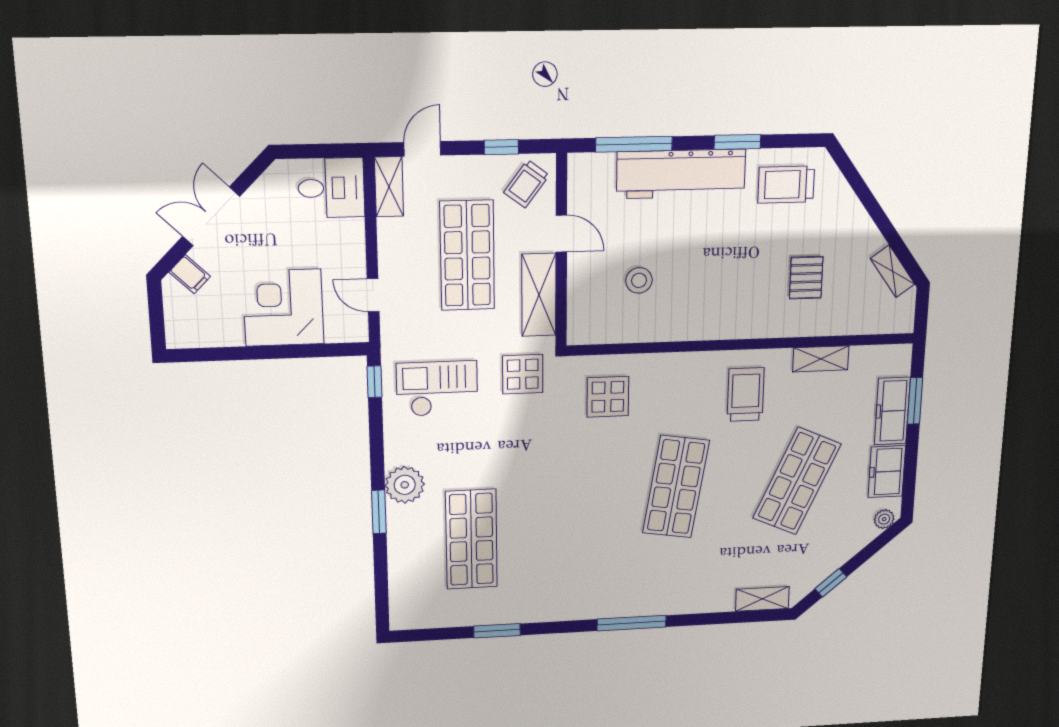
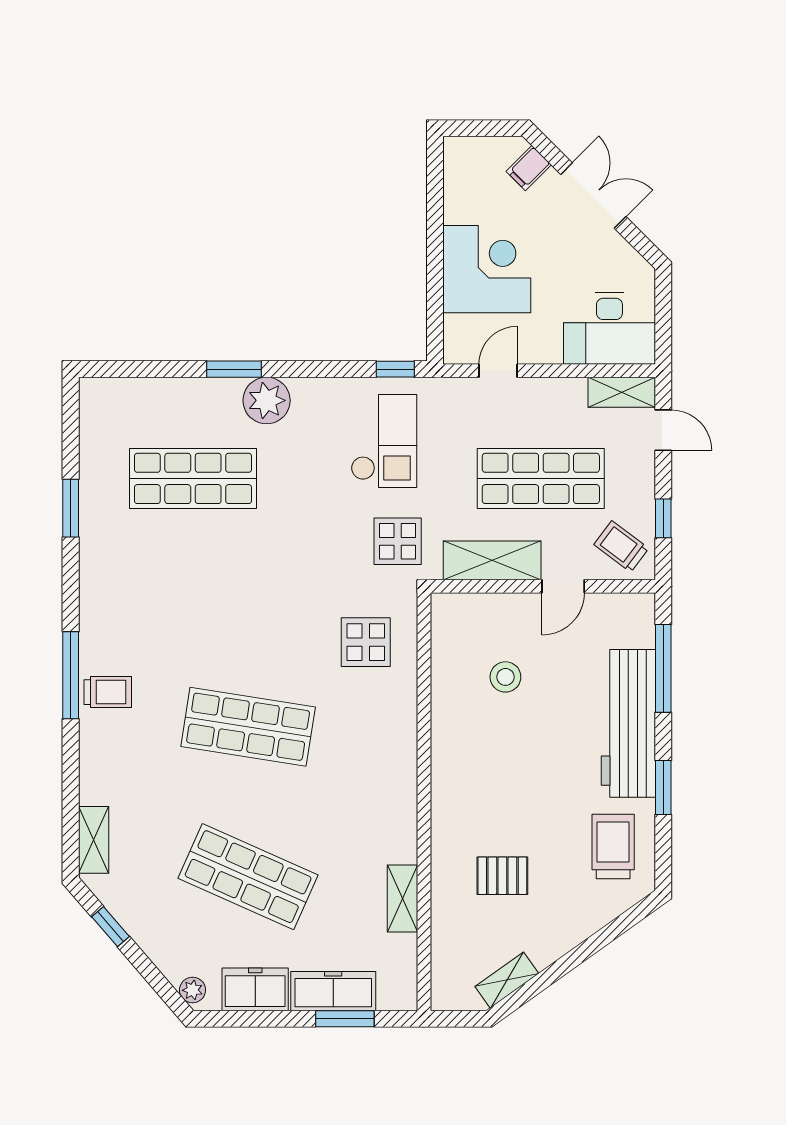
desk: (331, 188) -> (609, 328), width x1.37
trolley: (746, 395) -> (108, 692), moved, width x0.73, depth x0.72

